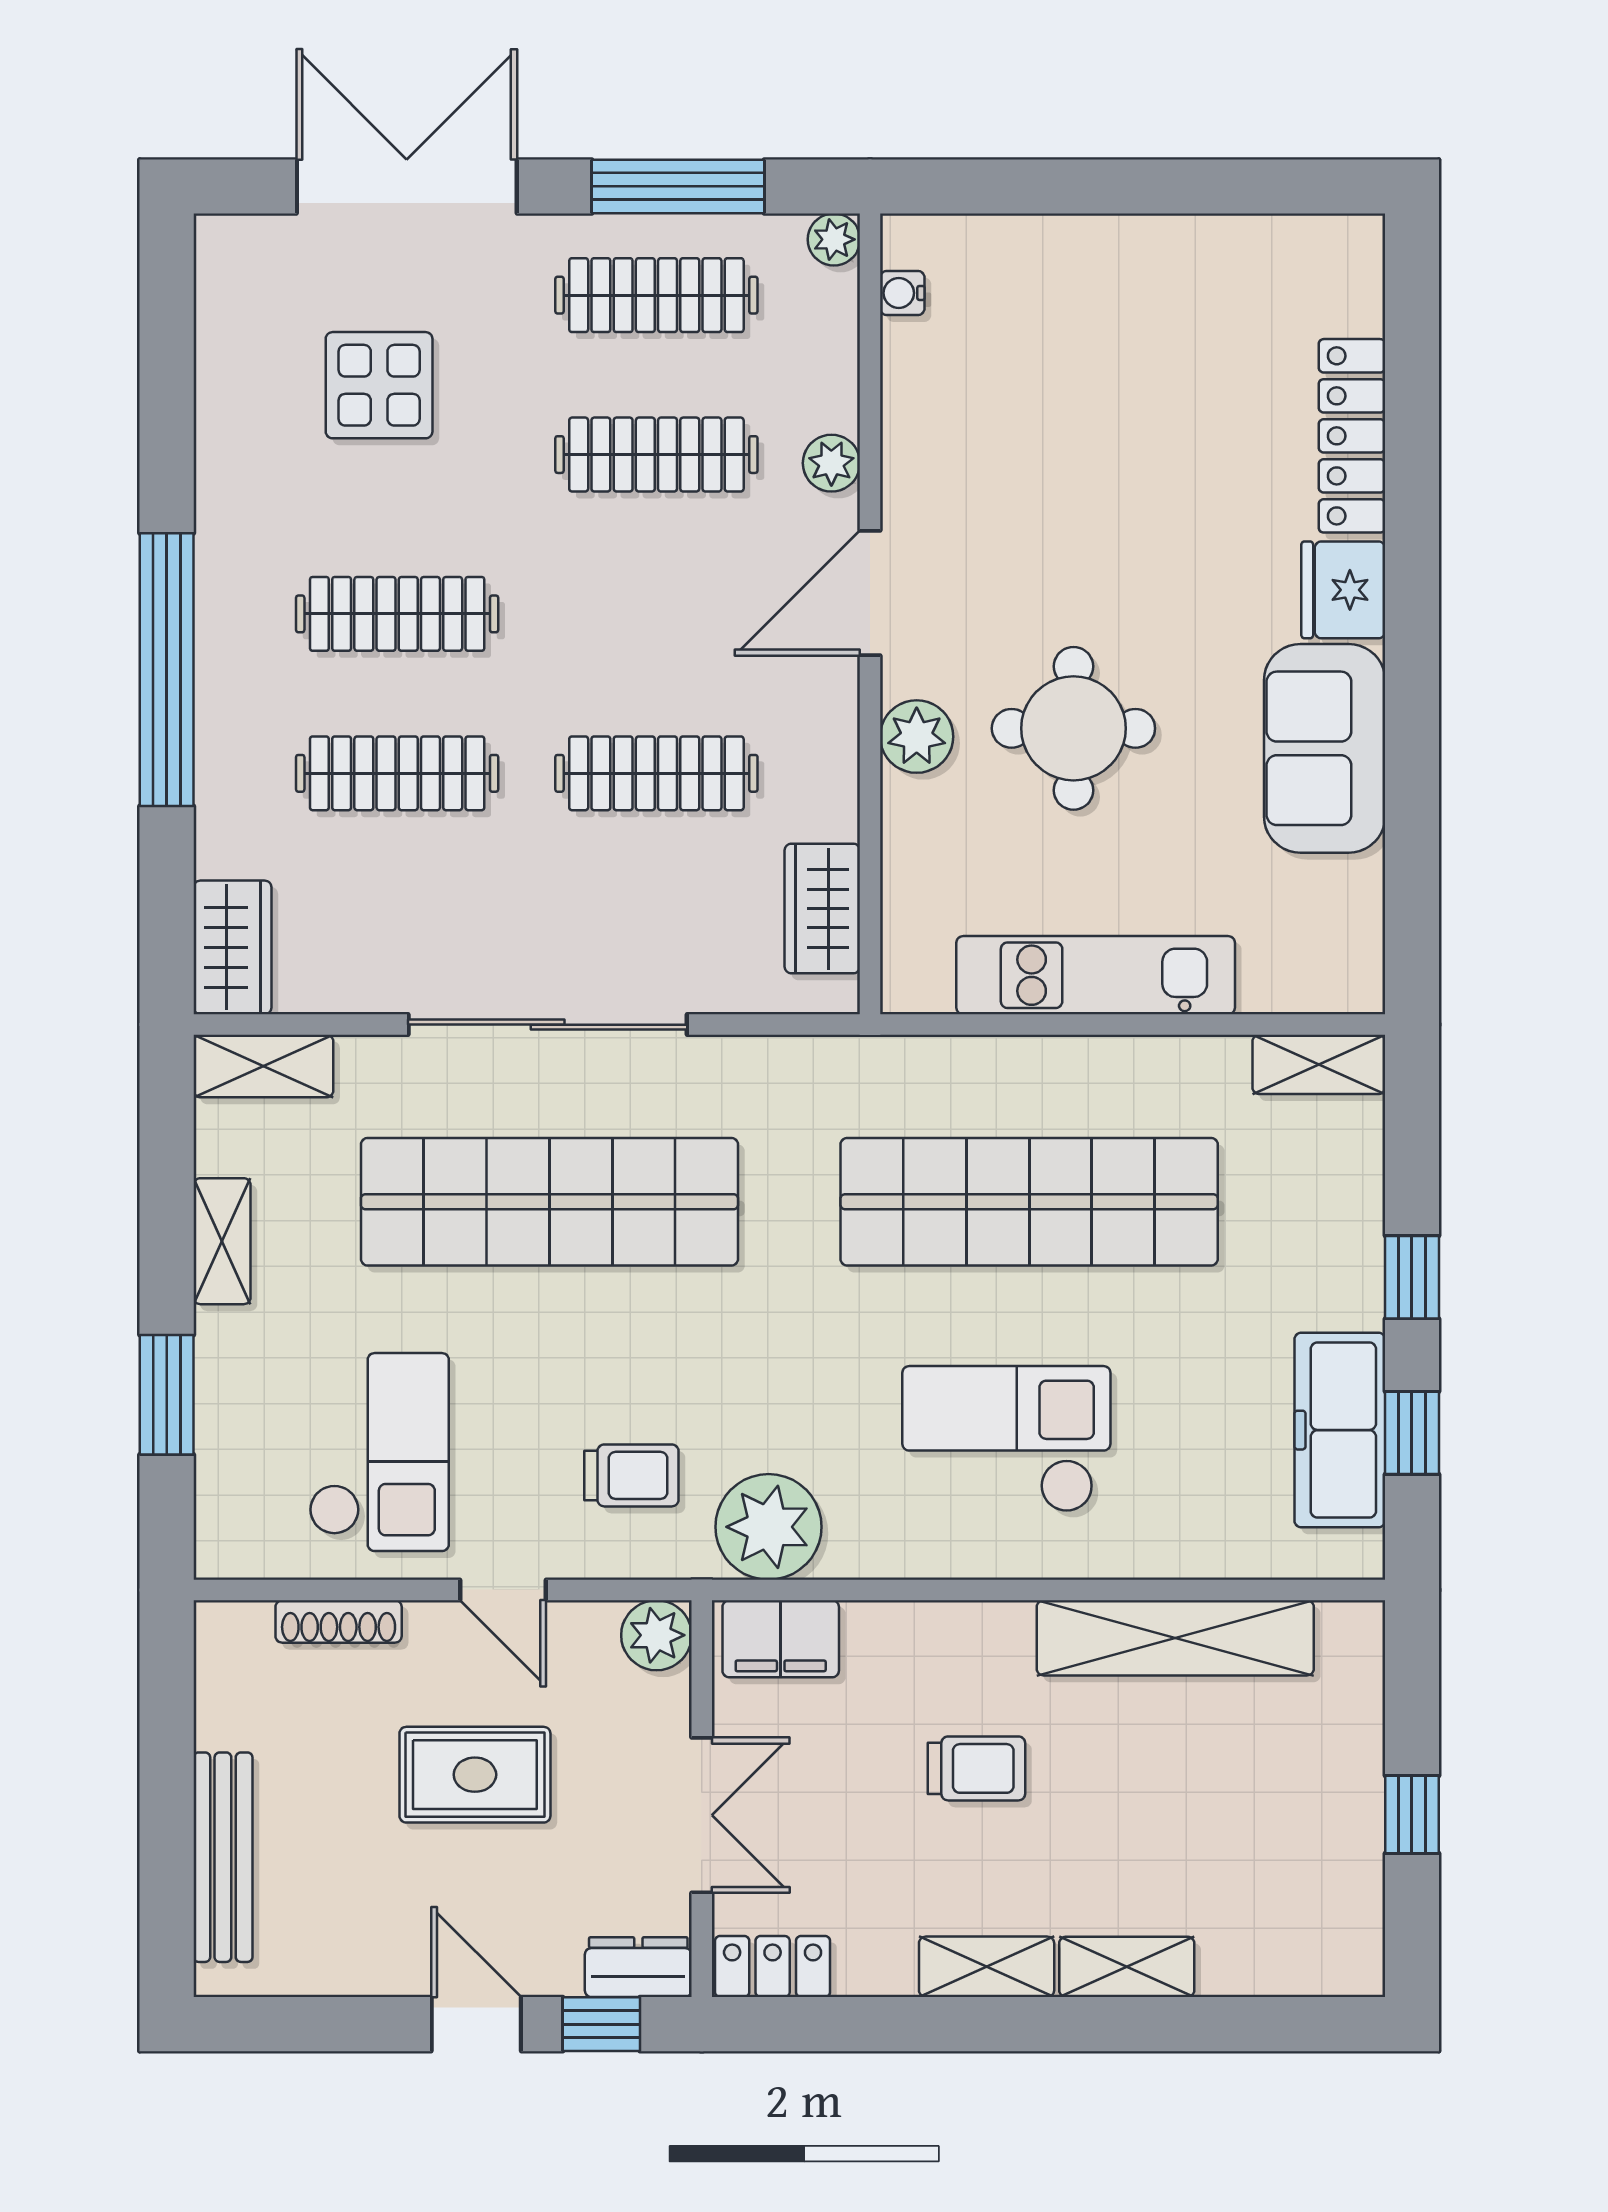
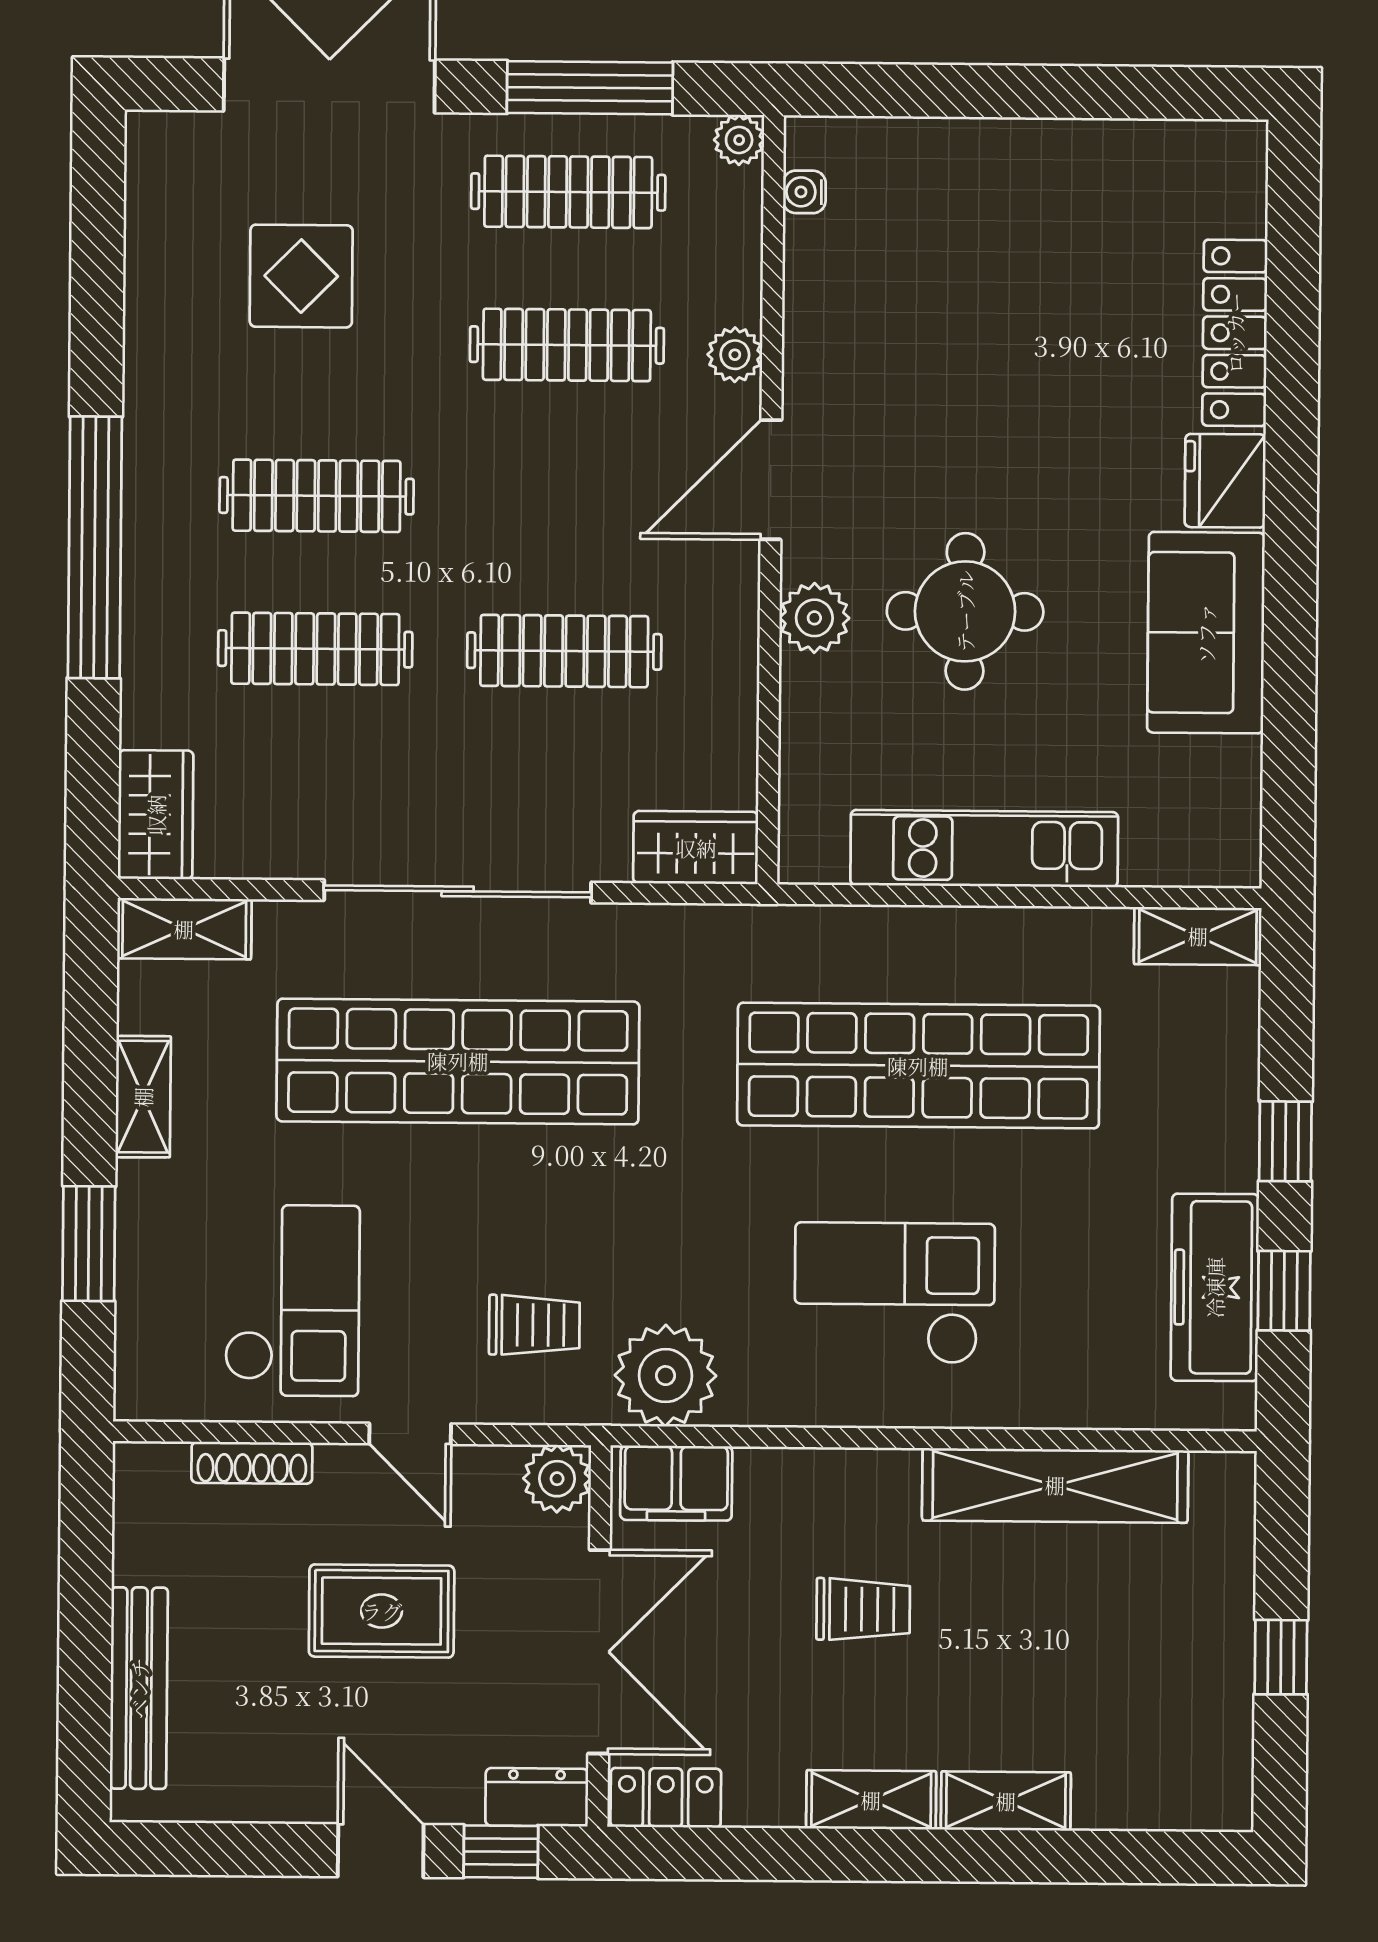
wardrobe: (822, 909) -> (696, 848), moved, turned 90
double door: (702, 1815) -> (599, 1652), width x1.37

